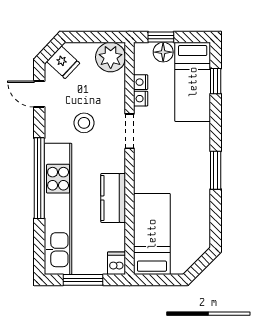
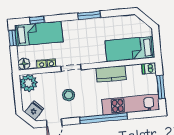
window: (161, 37) -> (13, 38), moved
floor lamp: (163, 52) -> (24, 64), moved
kitchen unit: (58, 209) -> (131, 105), width x0.73

